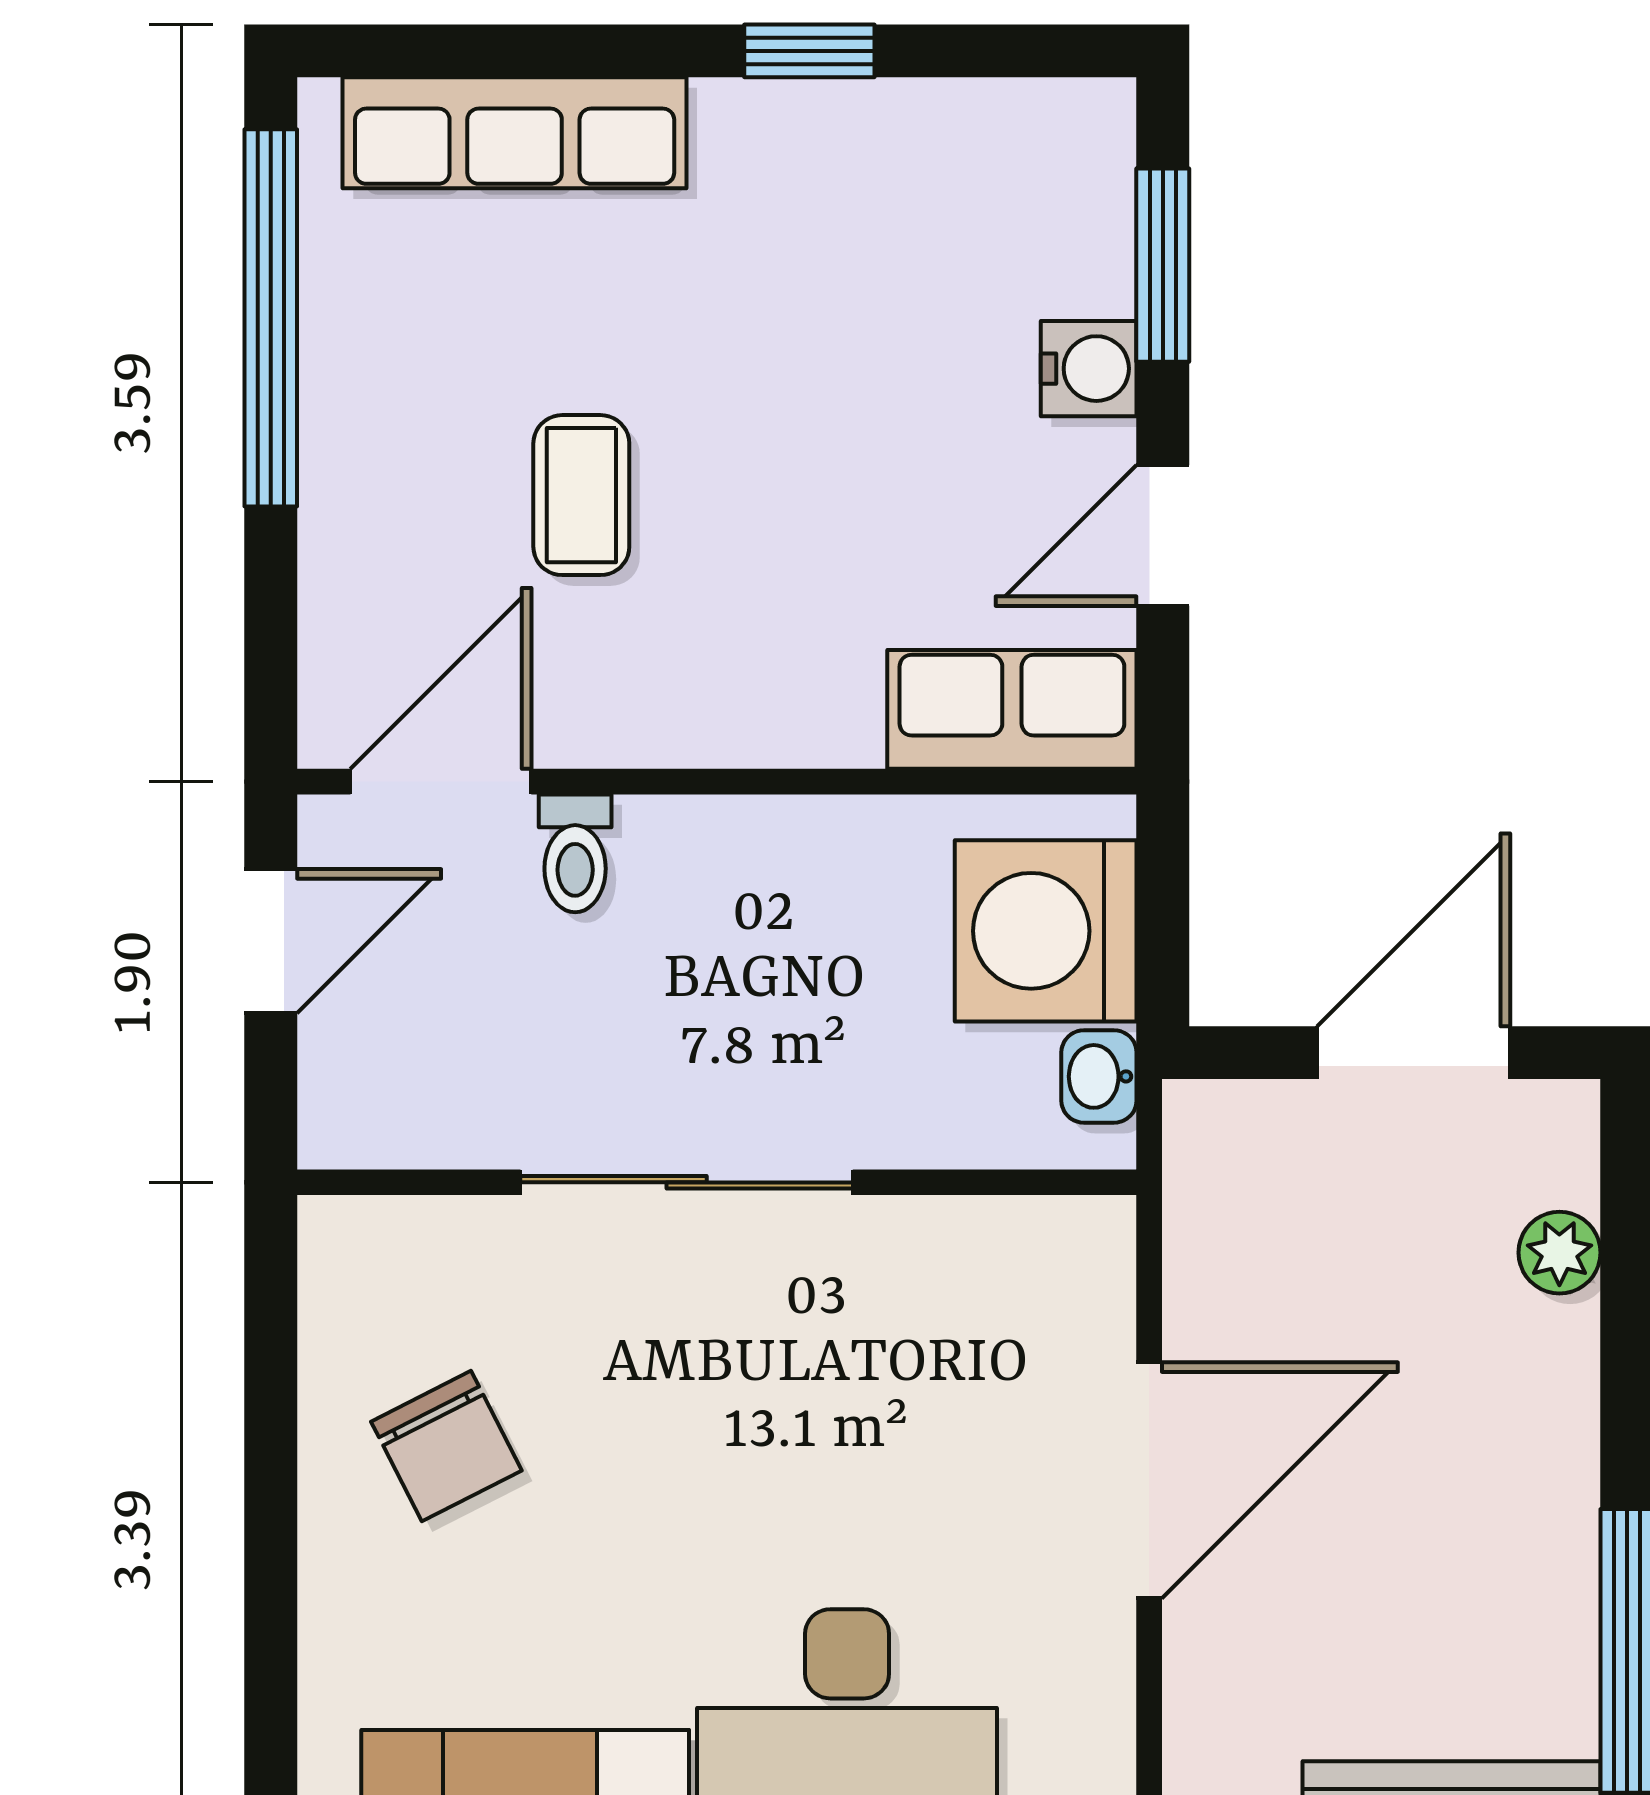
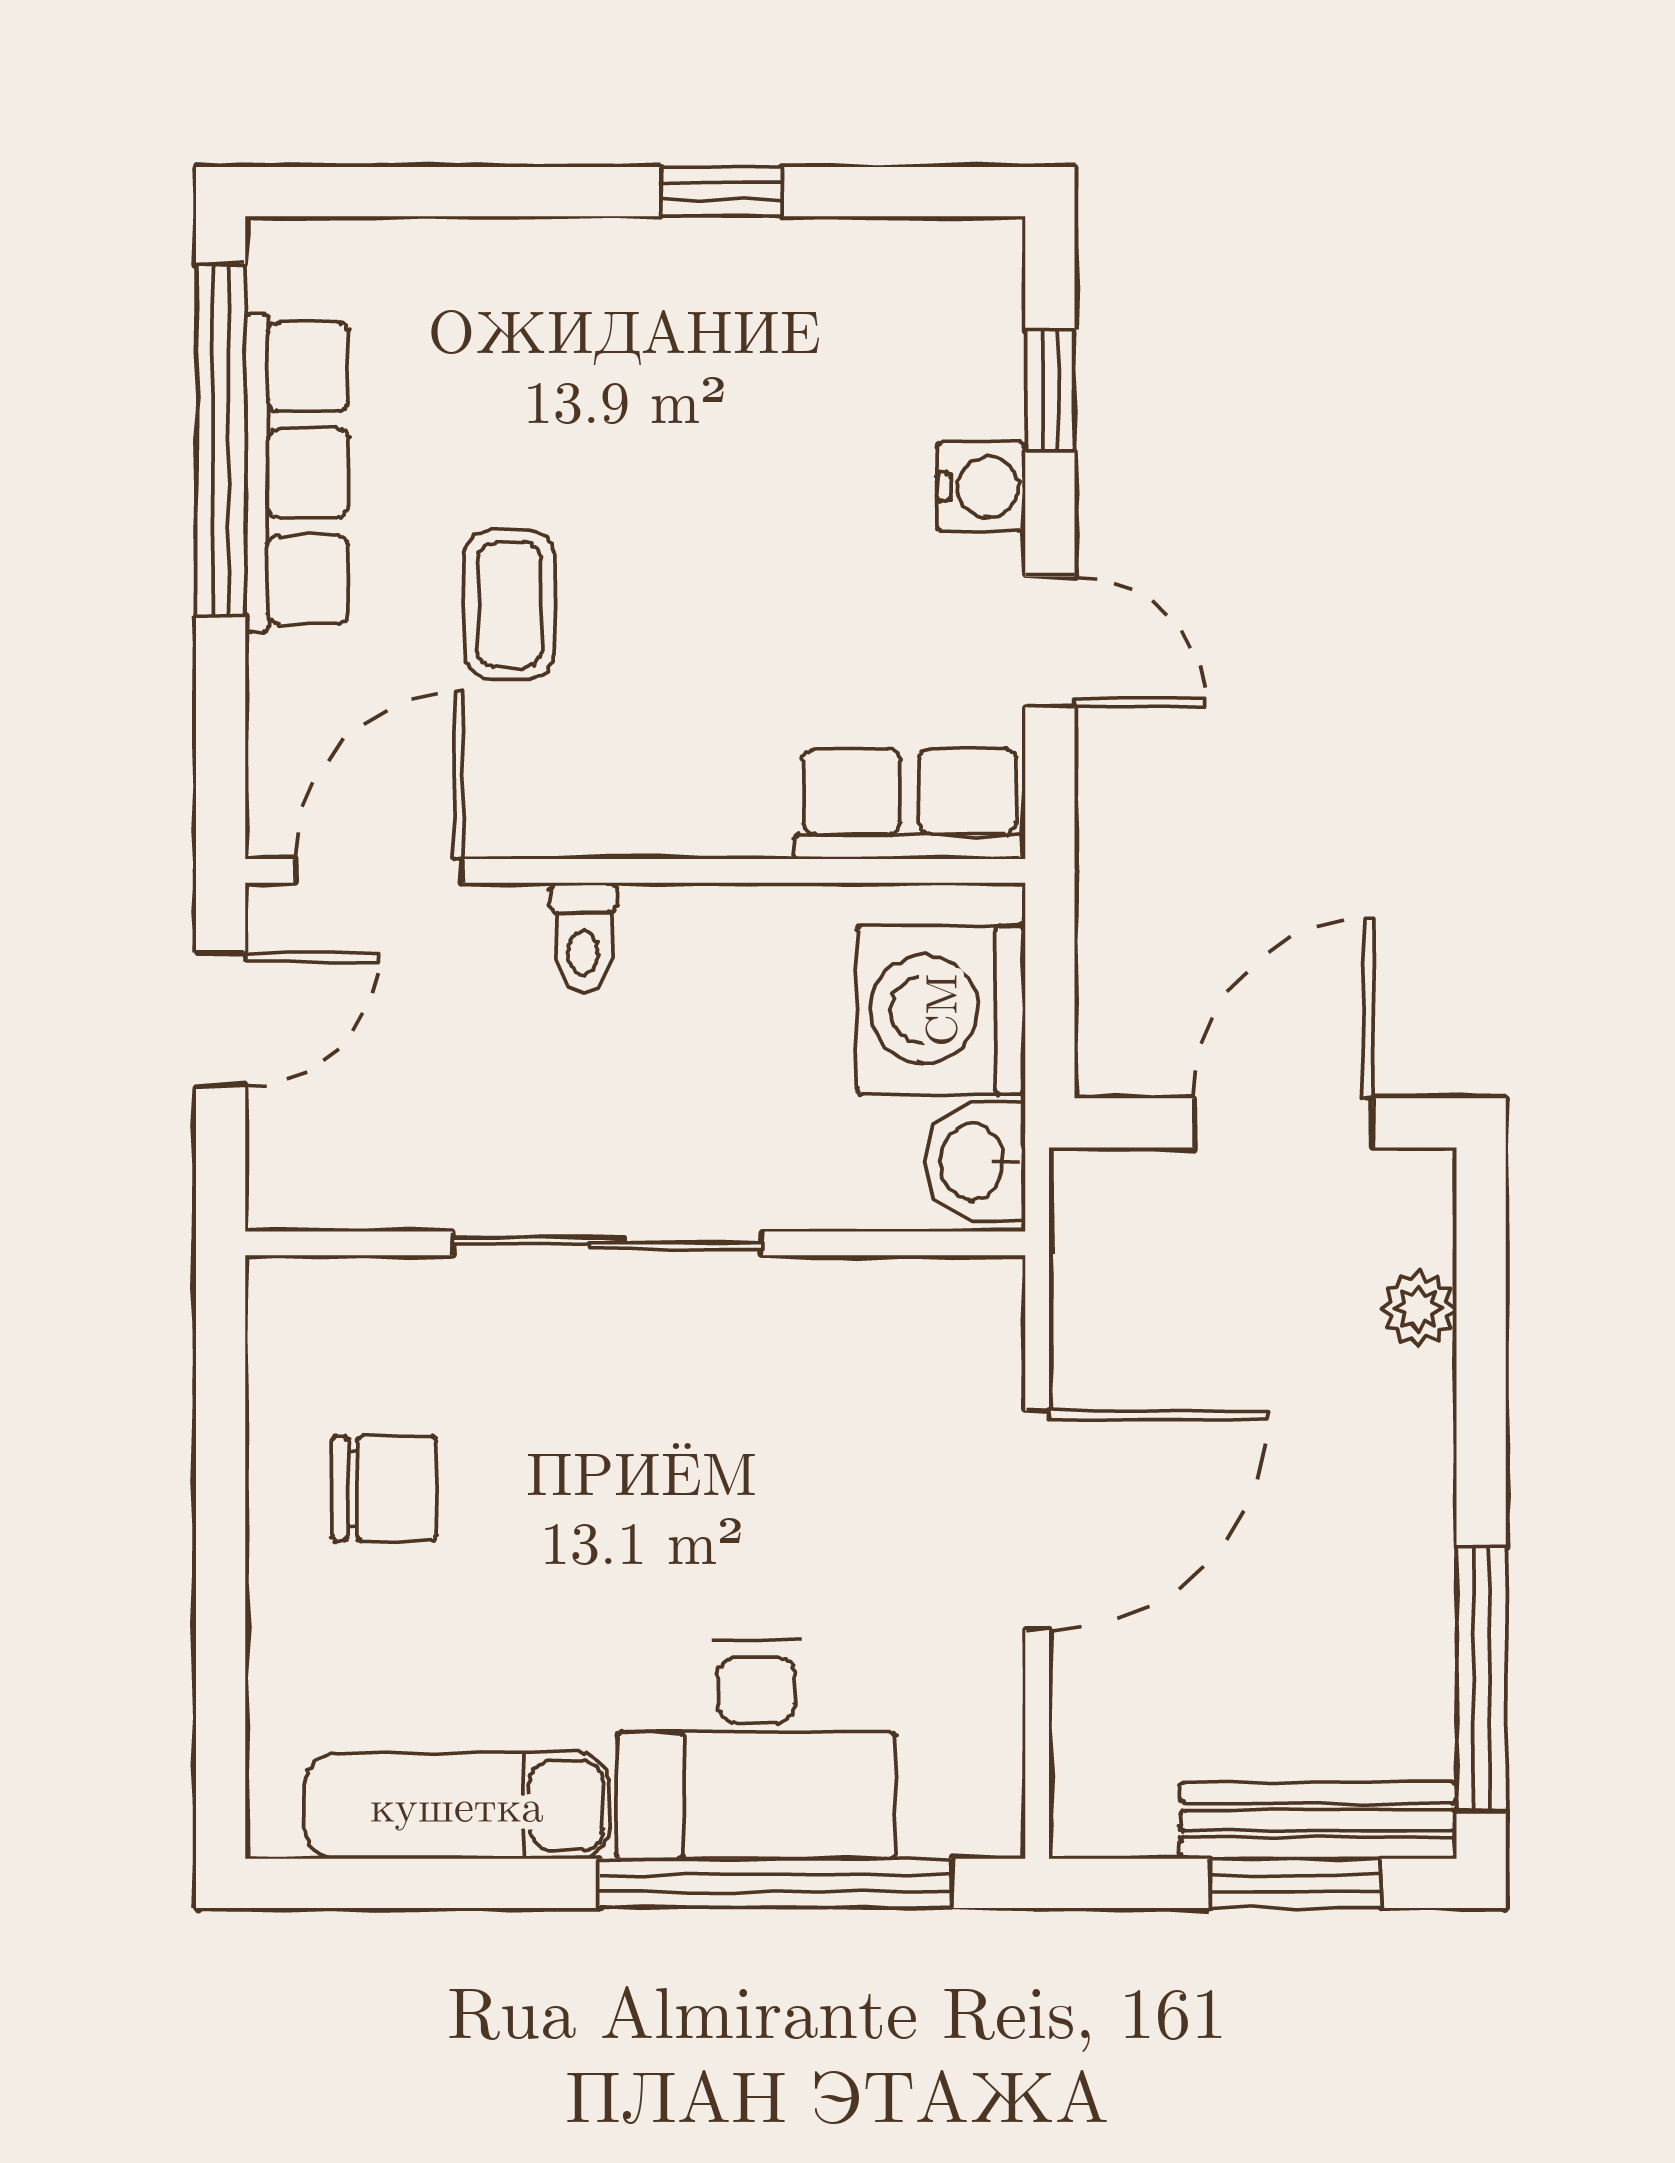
row of seats: (515, 133) -> (297, 473), moved, turned -90
window: (1163, 265) -> (1050, 391), width x0.67
door: (1163, 535) -> (1050, 642), swing flipped
toilet: (575, 853) -> (583, 938), moved
washbasin: (1099, 1076) -> (975, 1161), width x1.38, depth x1.45
chair: (446, 1446) -> (384, 1489), turned -63

